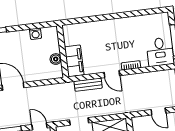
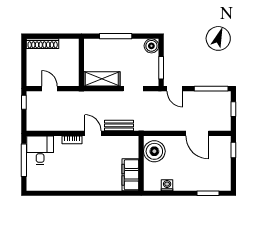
boiler: (56, 59) -> (154, 151), width x1.86, depth x1.86
filing cabinet: (74, 61) -> (130, 175), moved

